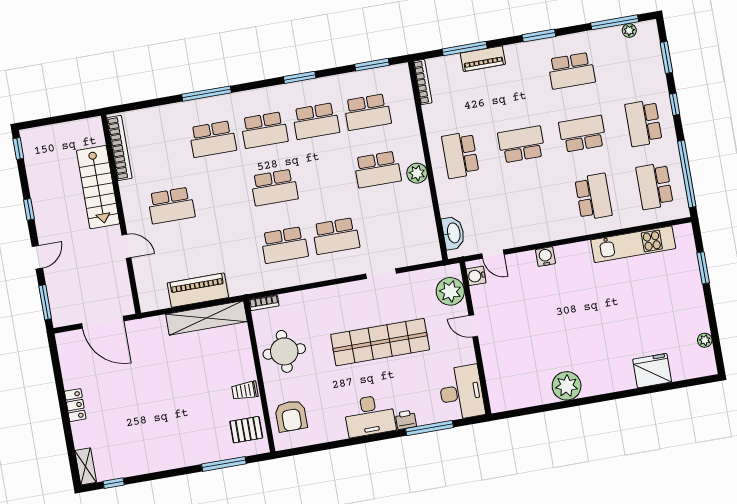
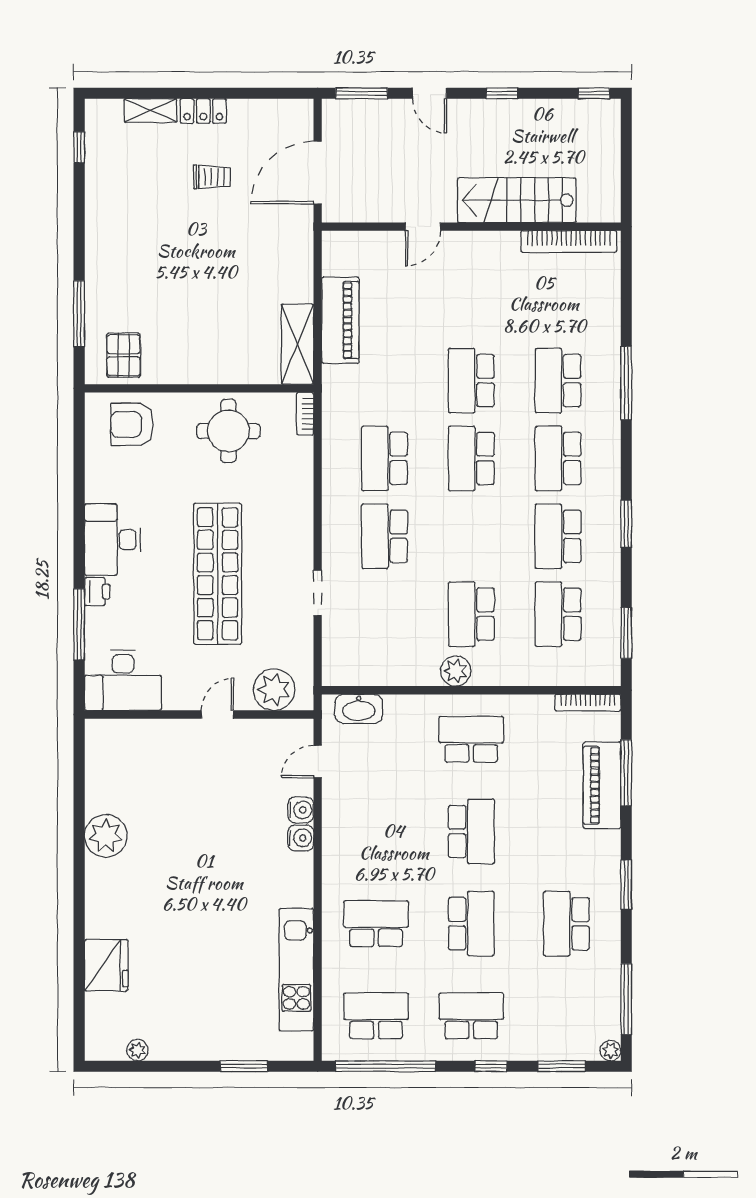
plant: (629, 30) -> (611, 1051), moved
piano: (483, 59) -> (602, 785), width x1.37, depth x1.33
school desk: (593, 197) -> (376, 924), turned 180
school desk: (171, 205) -> (471, 381), moved
water cooler: (476, 276) -> (301, 810), moved, turned 90
shelving: (206, 318) -> (298, 344), width x0.68
trolley: (245, 391) -> (212, 177), moved, turned 90
shelving: (86, 466) -> (150, 110), moved

